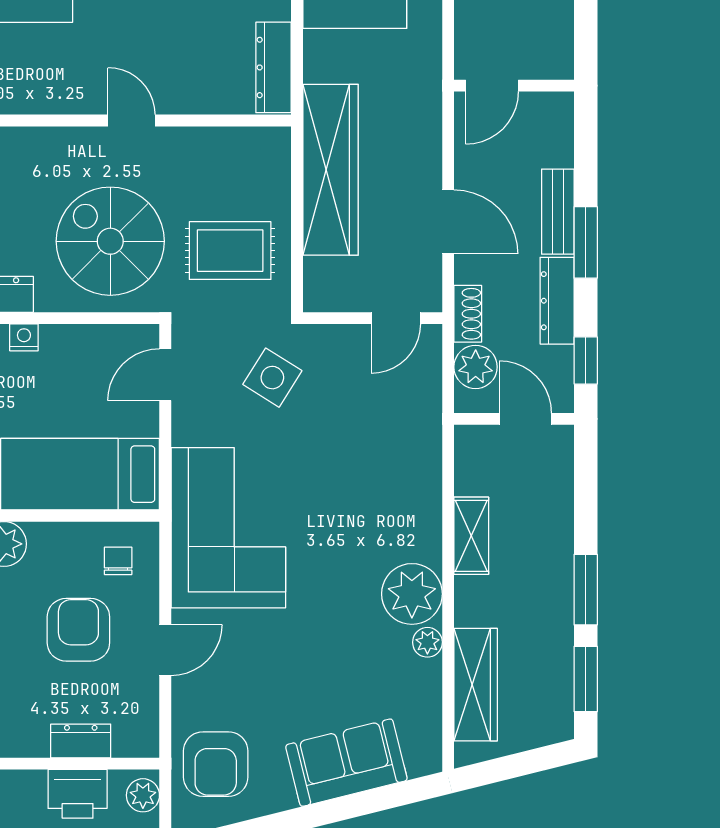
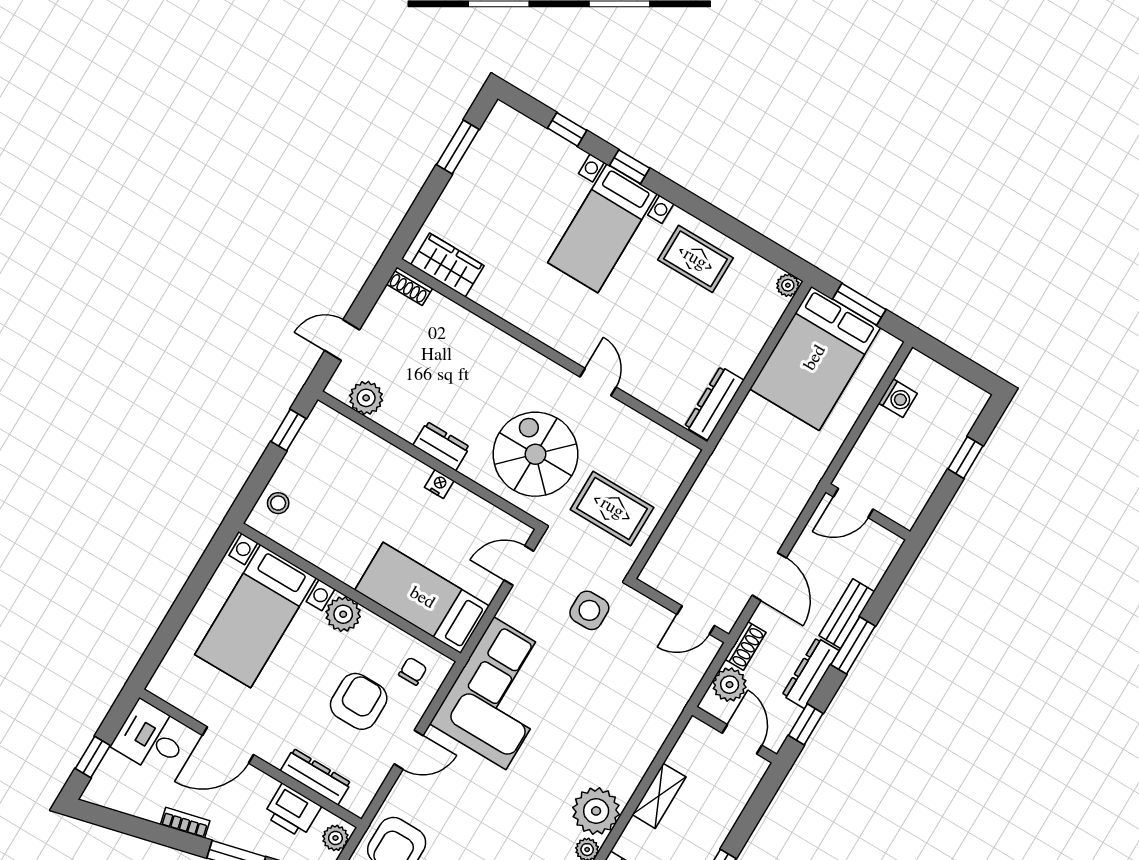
wardrobe: (330, 170) -> (711, 495), removed
side table: (272, 378) -> (589, 610), turned -32
dresser: (81, 741) -> (316, 777), width x1.44

